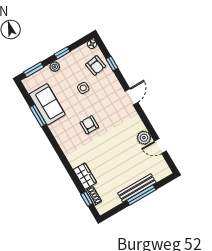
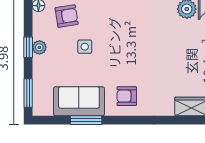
plant: (55, 67) -> (39, 47), moved
armchair: (89, 125) -> (127, 96), moved

